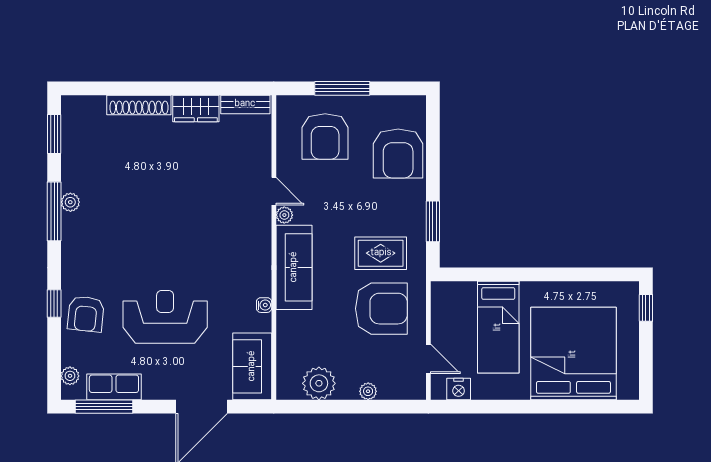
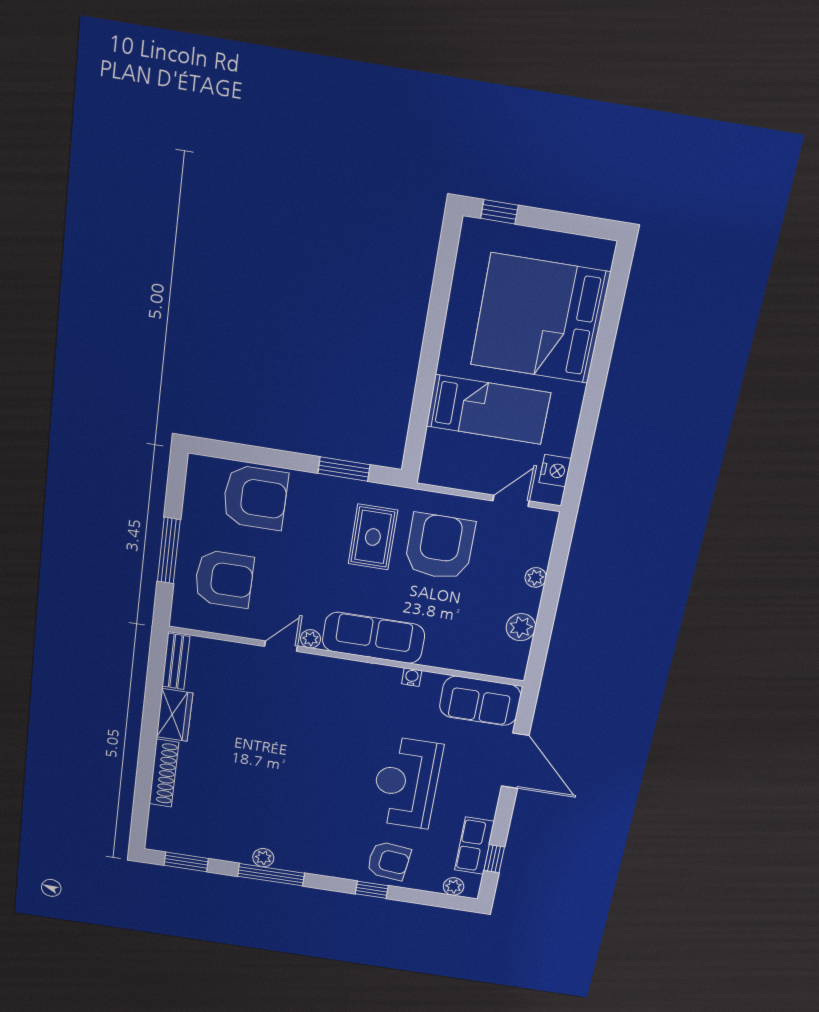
plant: (319, 383) -> (521, 627), width x0.73, depth x0.73
window: (104, 407) -> (494, 859), width x0.46

